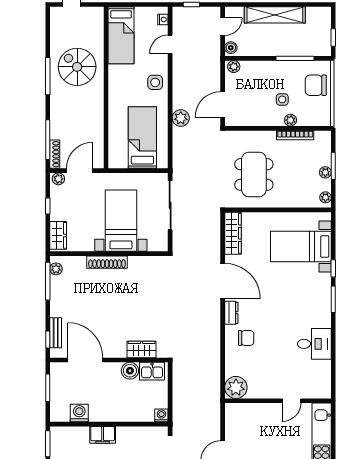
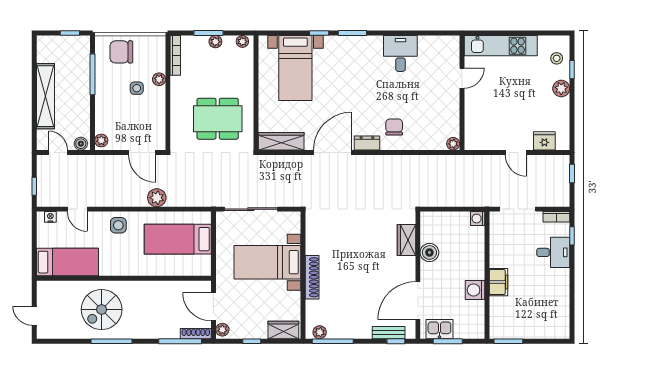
chair: (316, 85) -> (121, 52), turned 90
bookcase: (295, 135) -> (175, 55), moved
kitchen sink: (152, 371) -> (439, 329), moved, turned -90
plant: (236, 387) -> (453, 144), width x0.53, depth x0.53
door: (292, 401) -> (462, 78), hinge flipped
washing machine: (79, 413) -> (475, 290), moved

